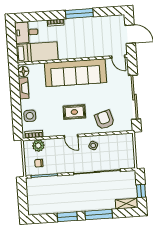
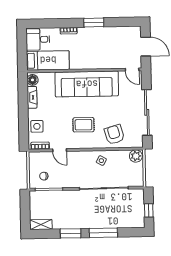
window: (79, 13) -> (94, 22), width x0.69
door: (71, 136) -> (60, 150), moved
plant: (38, 146) -> (136, 156), moved
shelving: (126, 204) -> (41, 225), moved

